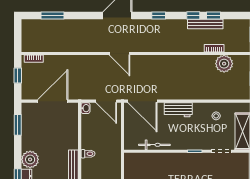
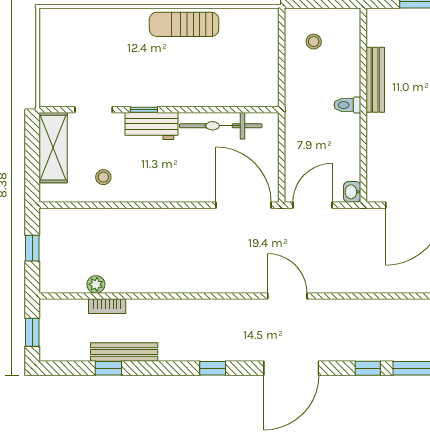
window: (193, 16) -> (368, 368), moved
plant: (224, 64) -> (96, 284), width x0.53, depth x0.53
door: (106, 101) -> (313, 205), hinge flipped
workbench: (178, 110) -> (152, 126), moved, turned 180
bicycle: (154, 145) -> (221, 126), width x1.37, depth x1.40

